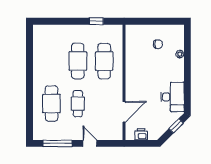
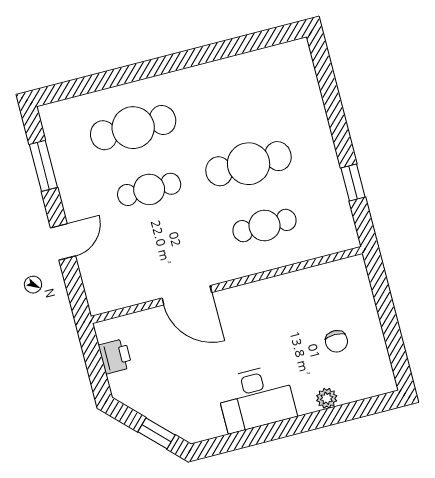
cafe table: (104, 61) -> (265, 226), width x0.73, depth x0.74
desk: (172, 97) -> (256, 398), moved
door: (124, 112) -> (187, 295), moved
window: (58, 143) -> (43, 166), width x0.69

